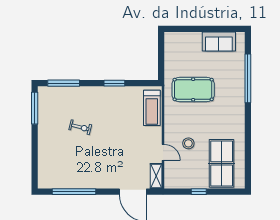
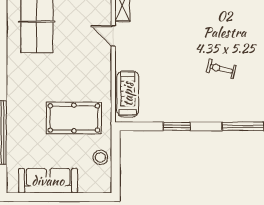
sofa: (219, 41) -> (48, 181), width x1.36
stool: (188, 143) -> (100, 157), moved

